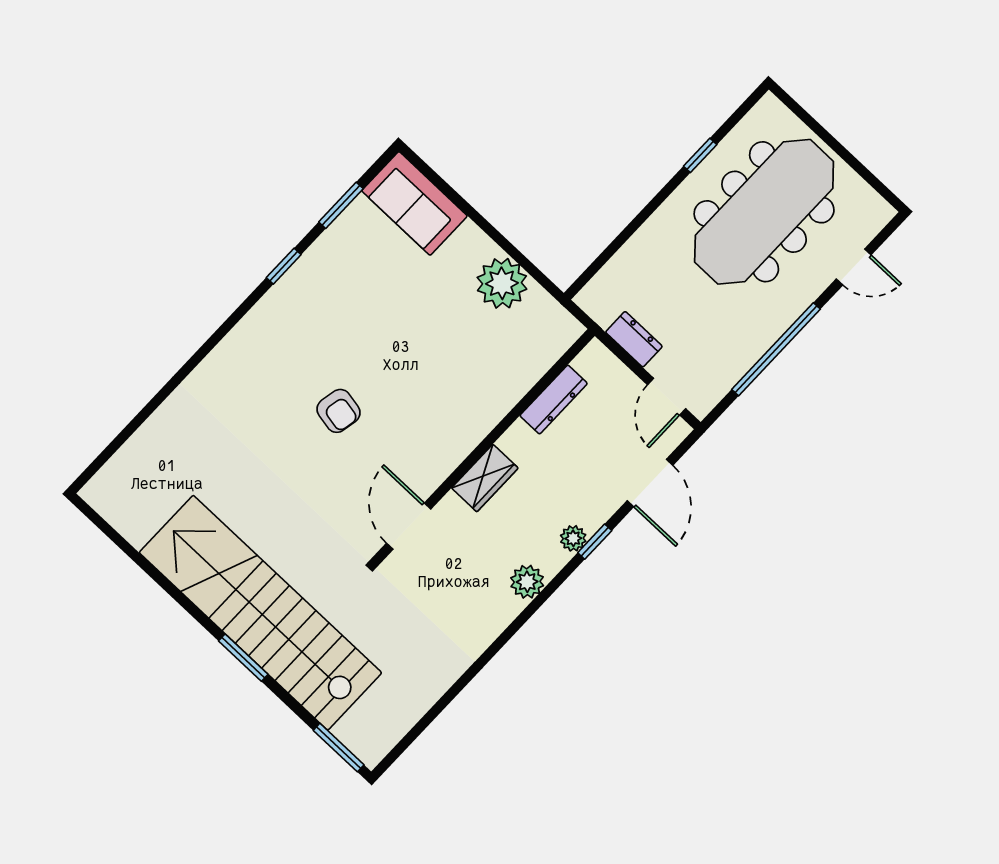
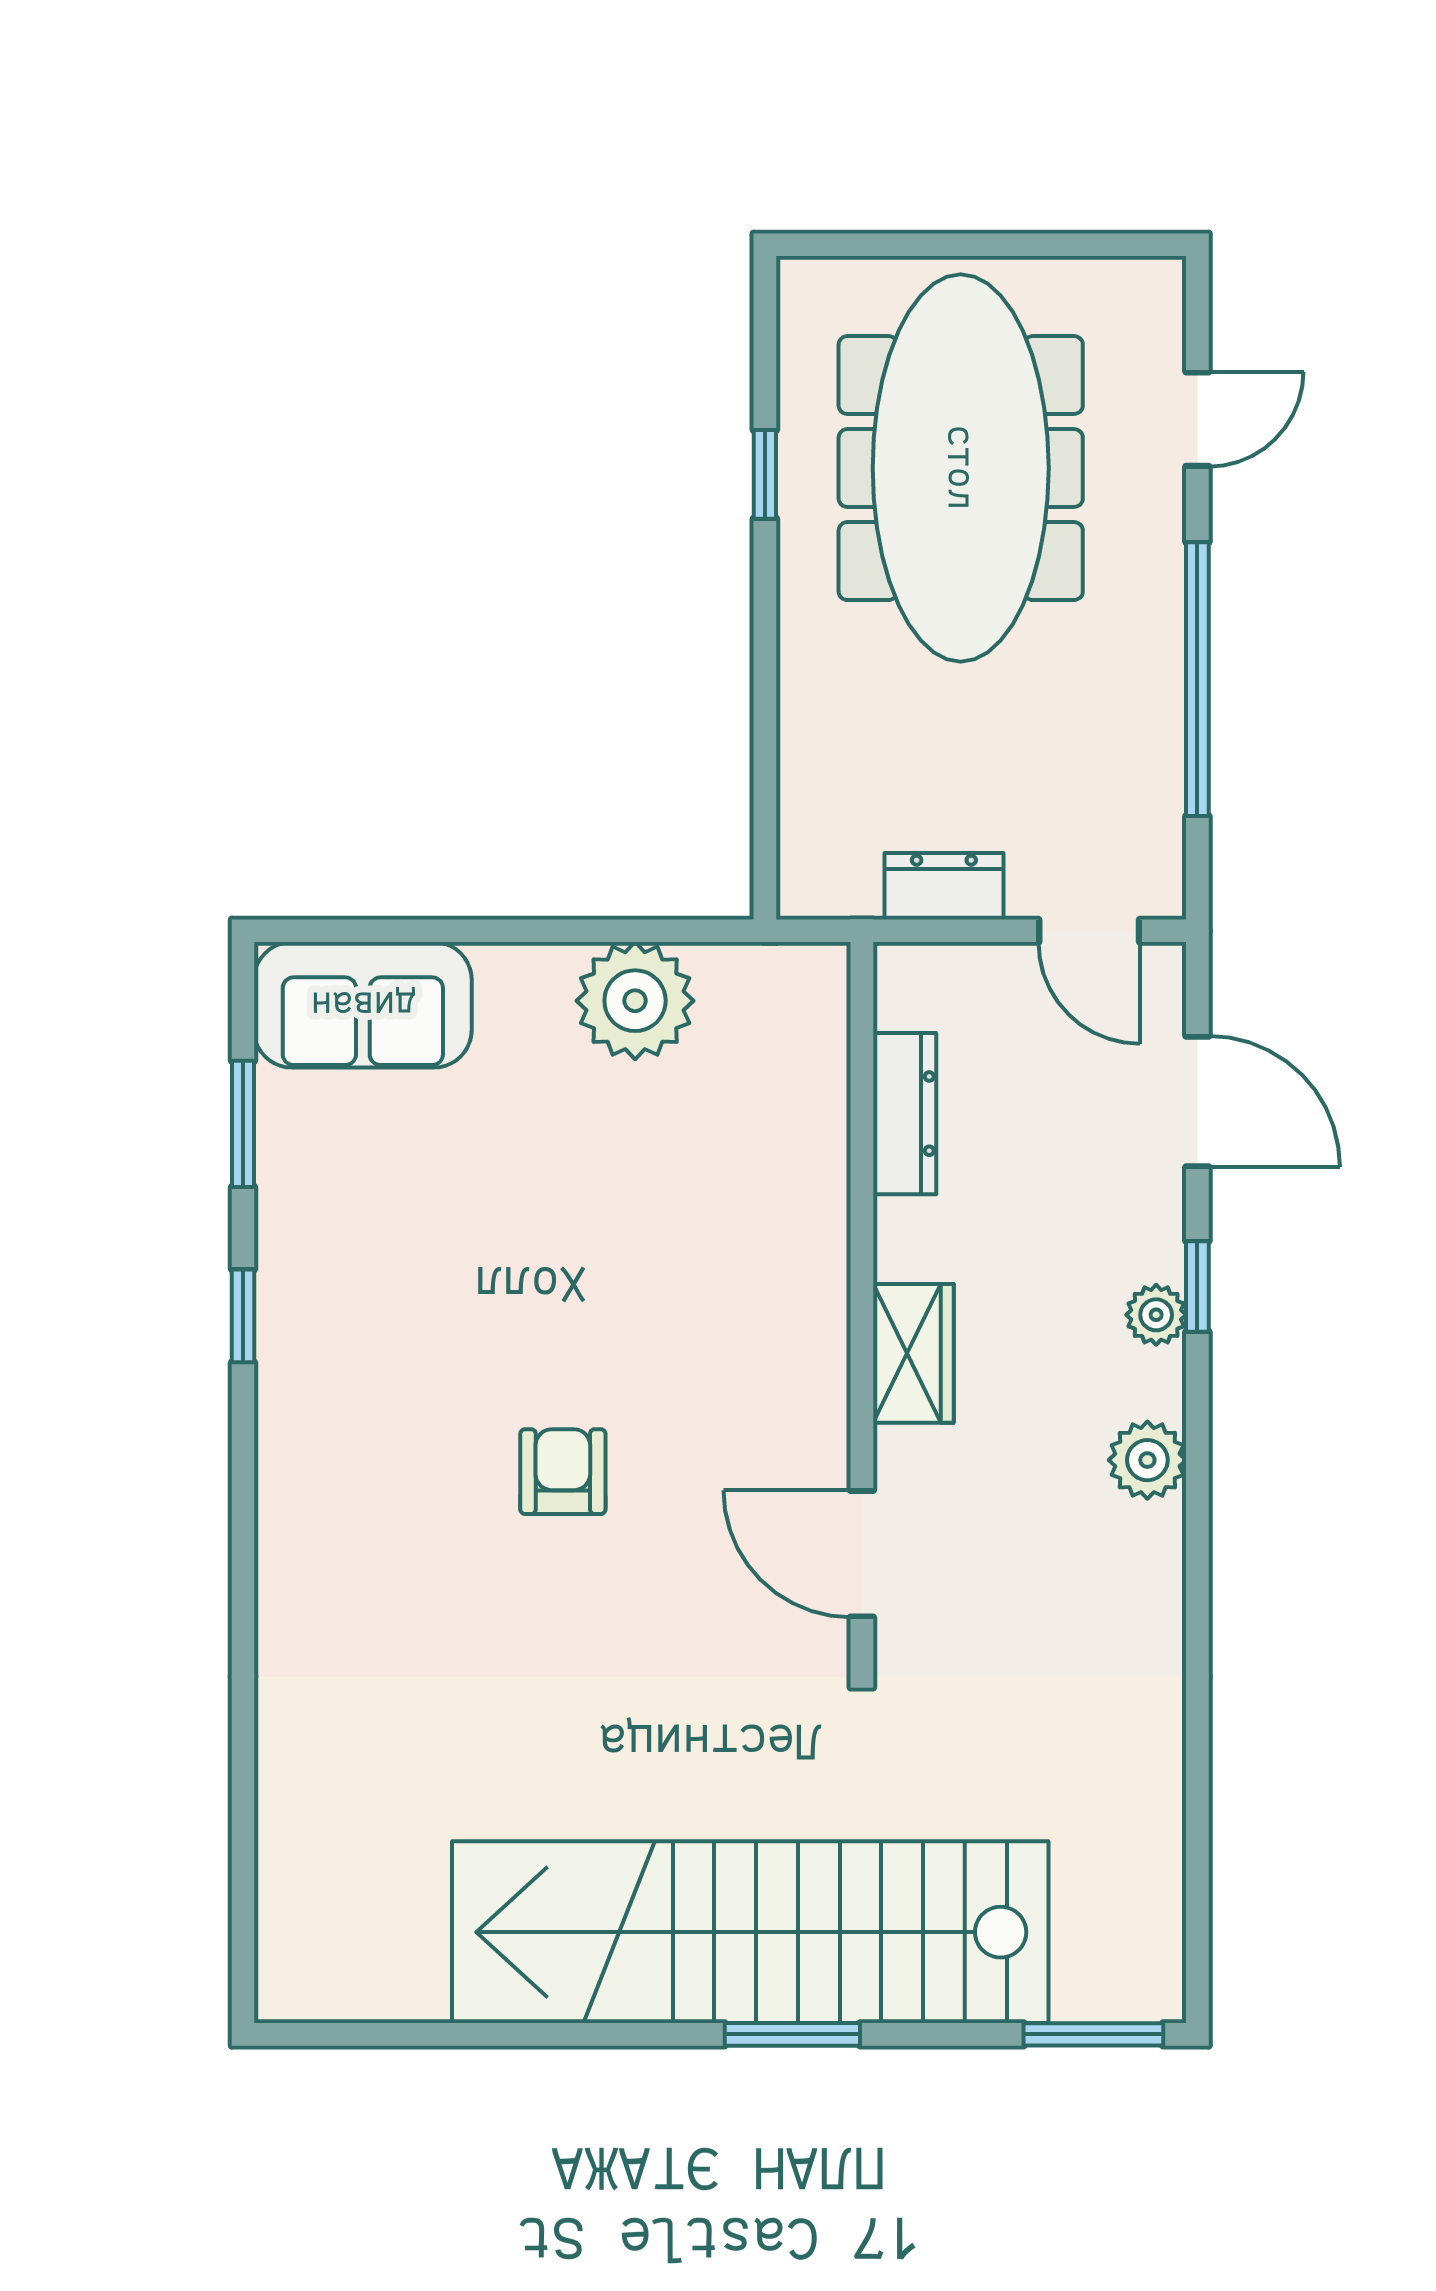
armchair: (339, 411) -> (563, 1472), turned -101

